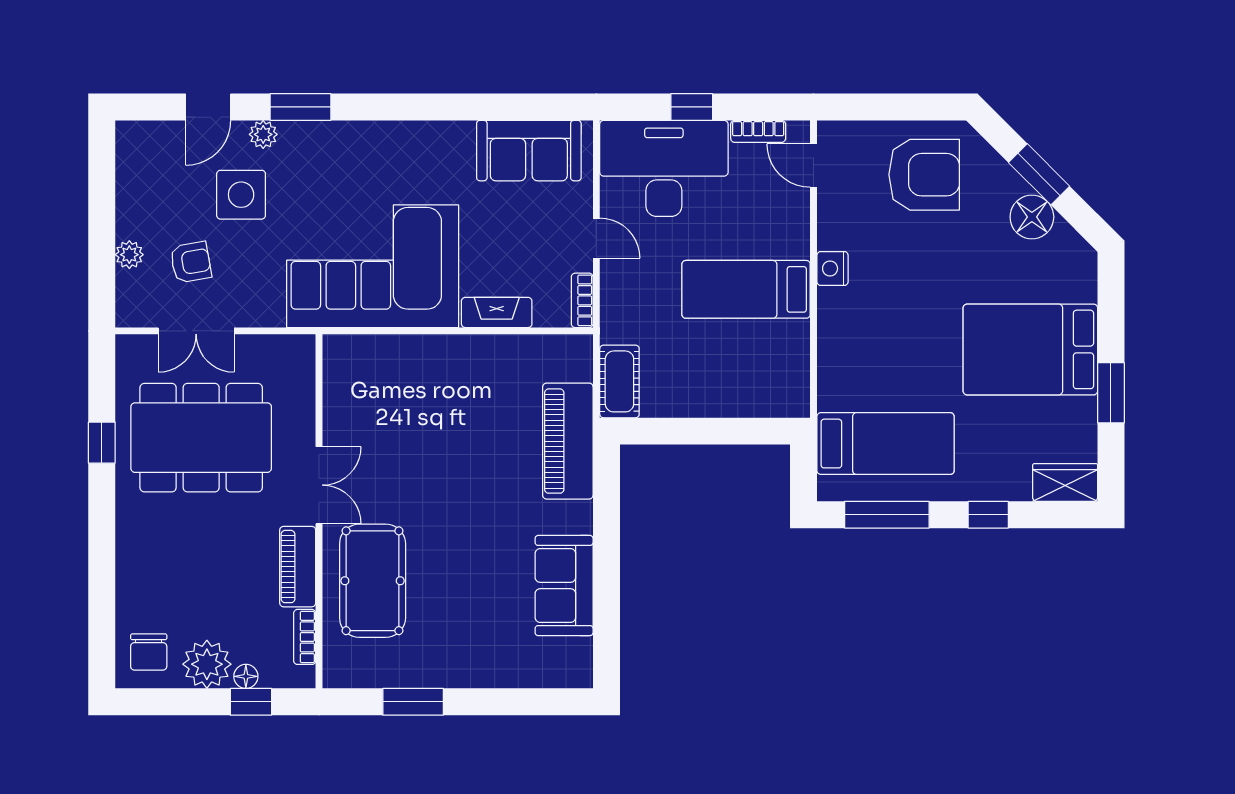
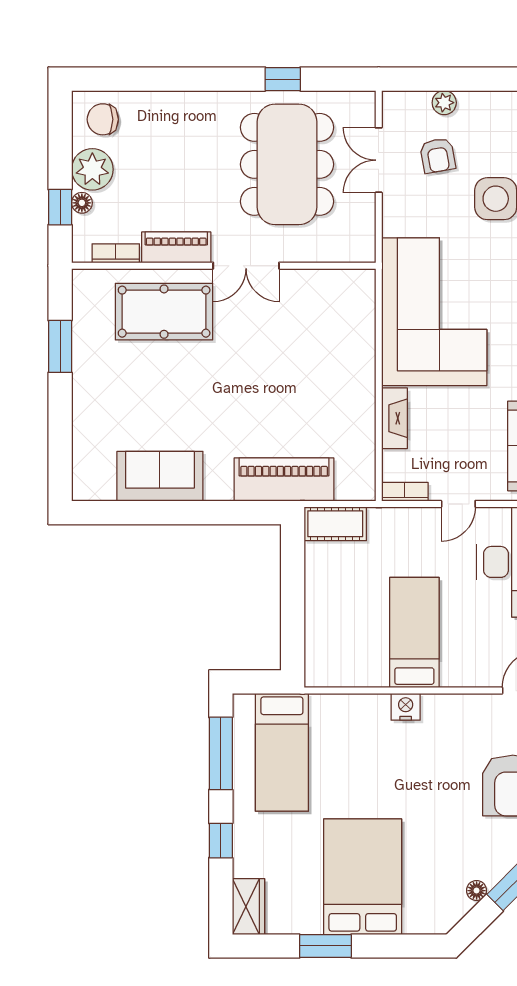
floor lamp: (1032, 217) -> (477, 891), width x0.53, depth x0.53
nightstand: (833, 269) -> (406, 707), moved

